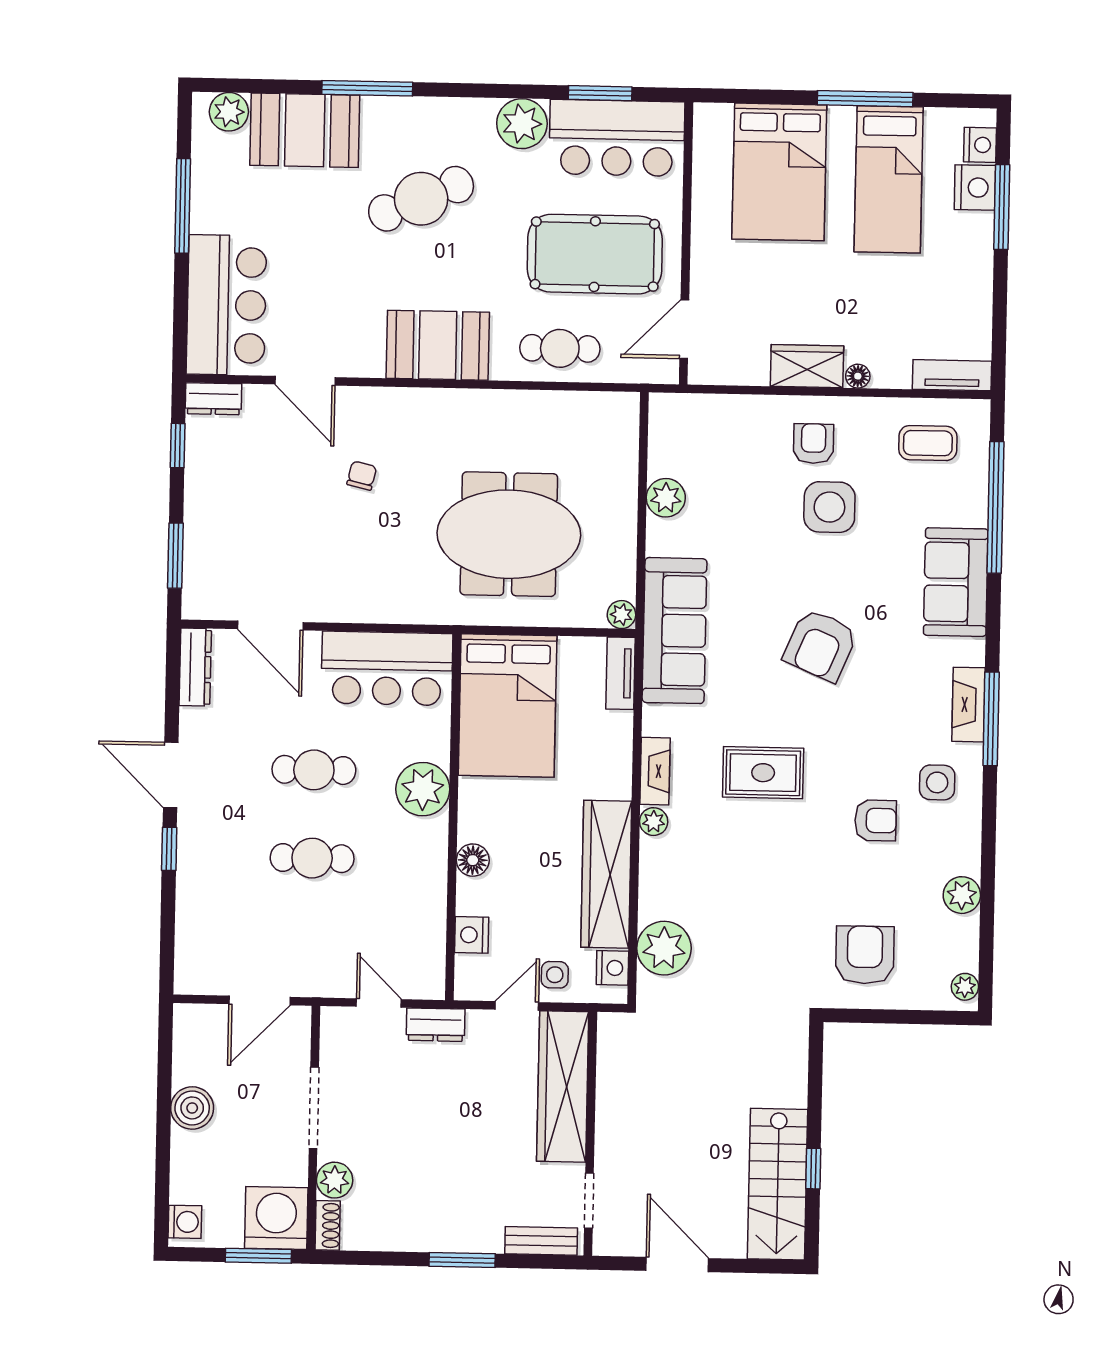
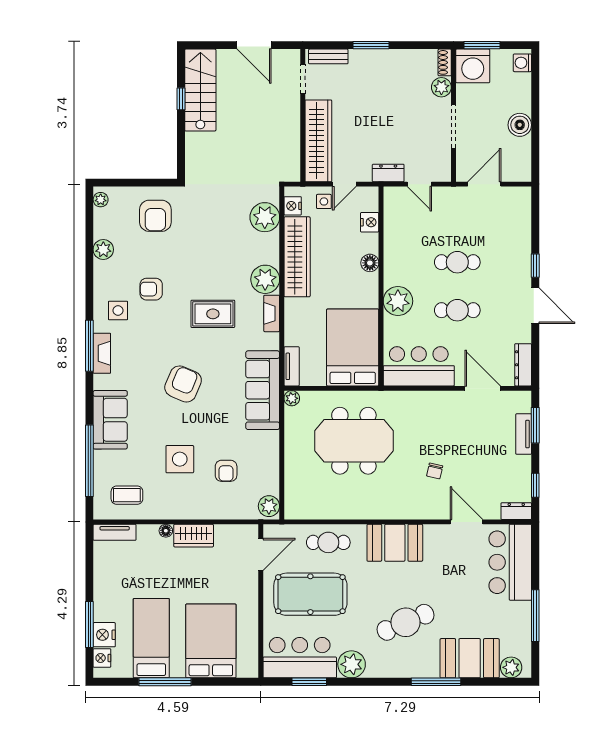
armchair: (814, 444) -> (226, 471), moved
plant: (666, 498) -> (269, 506), moved
tv unit: (197, 540) -> (524, 434), added
plant: (654, 822) -> (265, 279), width x1.87, depth x1.87

